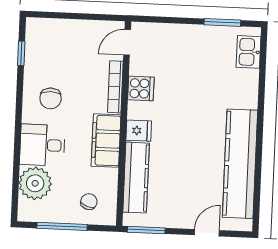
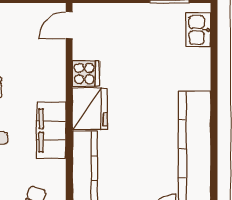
bookcase: (115, 87) -> (59, 73), removed
fridge: (139, 131) -> (90, 109), width x1.88, depth x1.34

